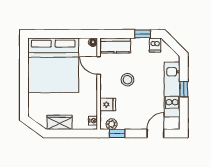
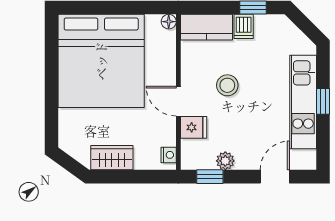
dishwasher: (155, 45) -> (244, 26), moved
door: (99, 66) -> (178, 101), moved
plant: (112, 124) -> (225, 161), moved

